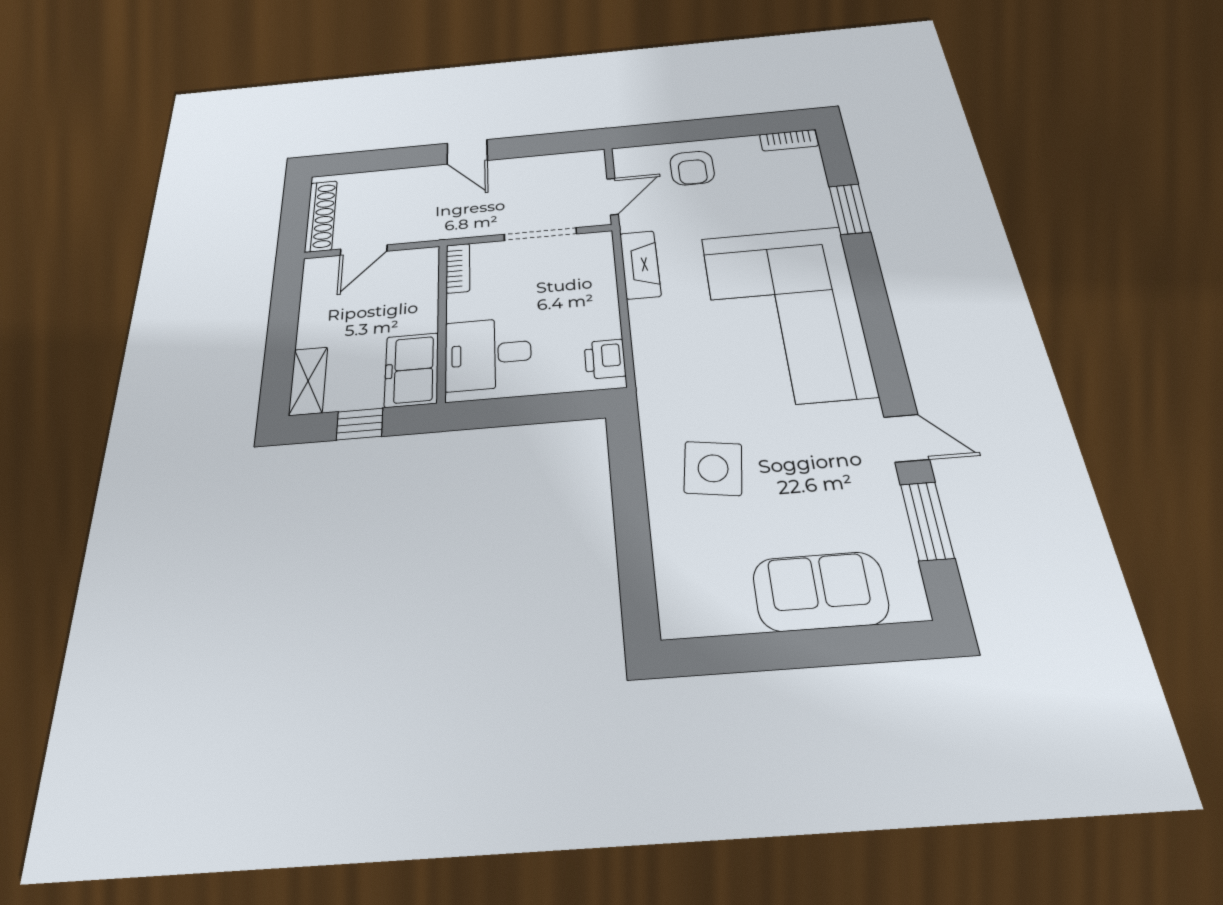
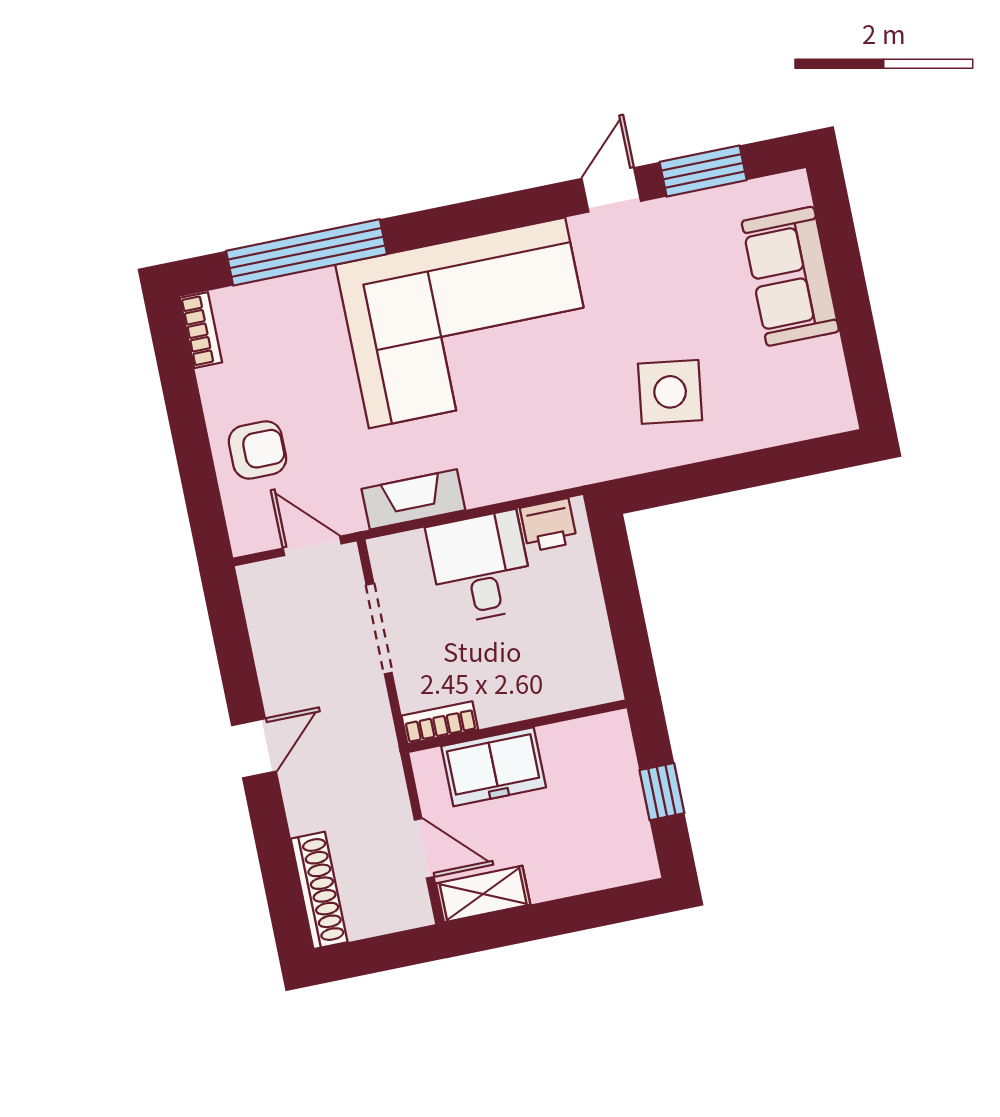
window: (850, 209) -> (307, 252), width x2.11
shoe rack: (321, 216) -> (319, 890), moved, turned 90
desk: (488, 354) -> (481, 567), moved, turned 180
freezer: (412, 370) -> (494, 767), moved
shelving: (308, 381) -> (483, 894), moved

